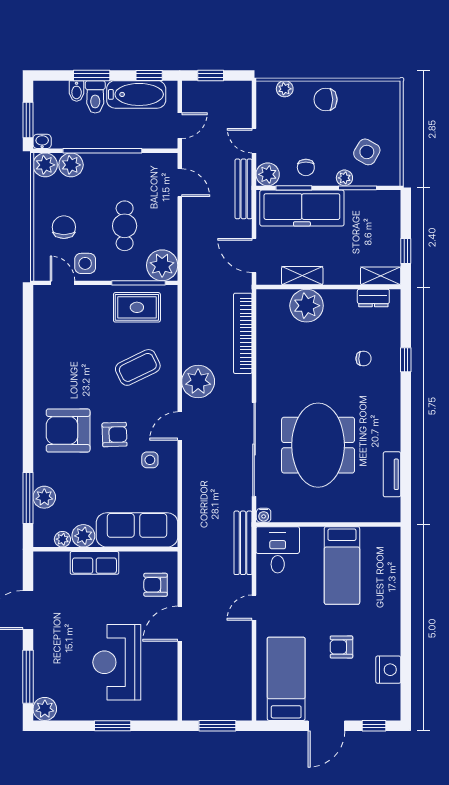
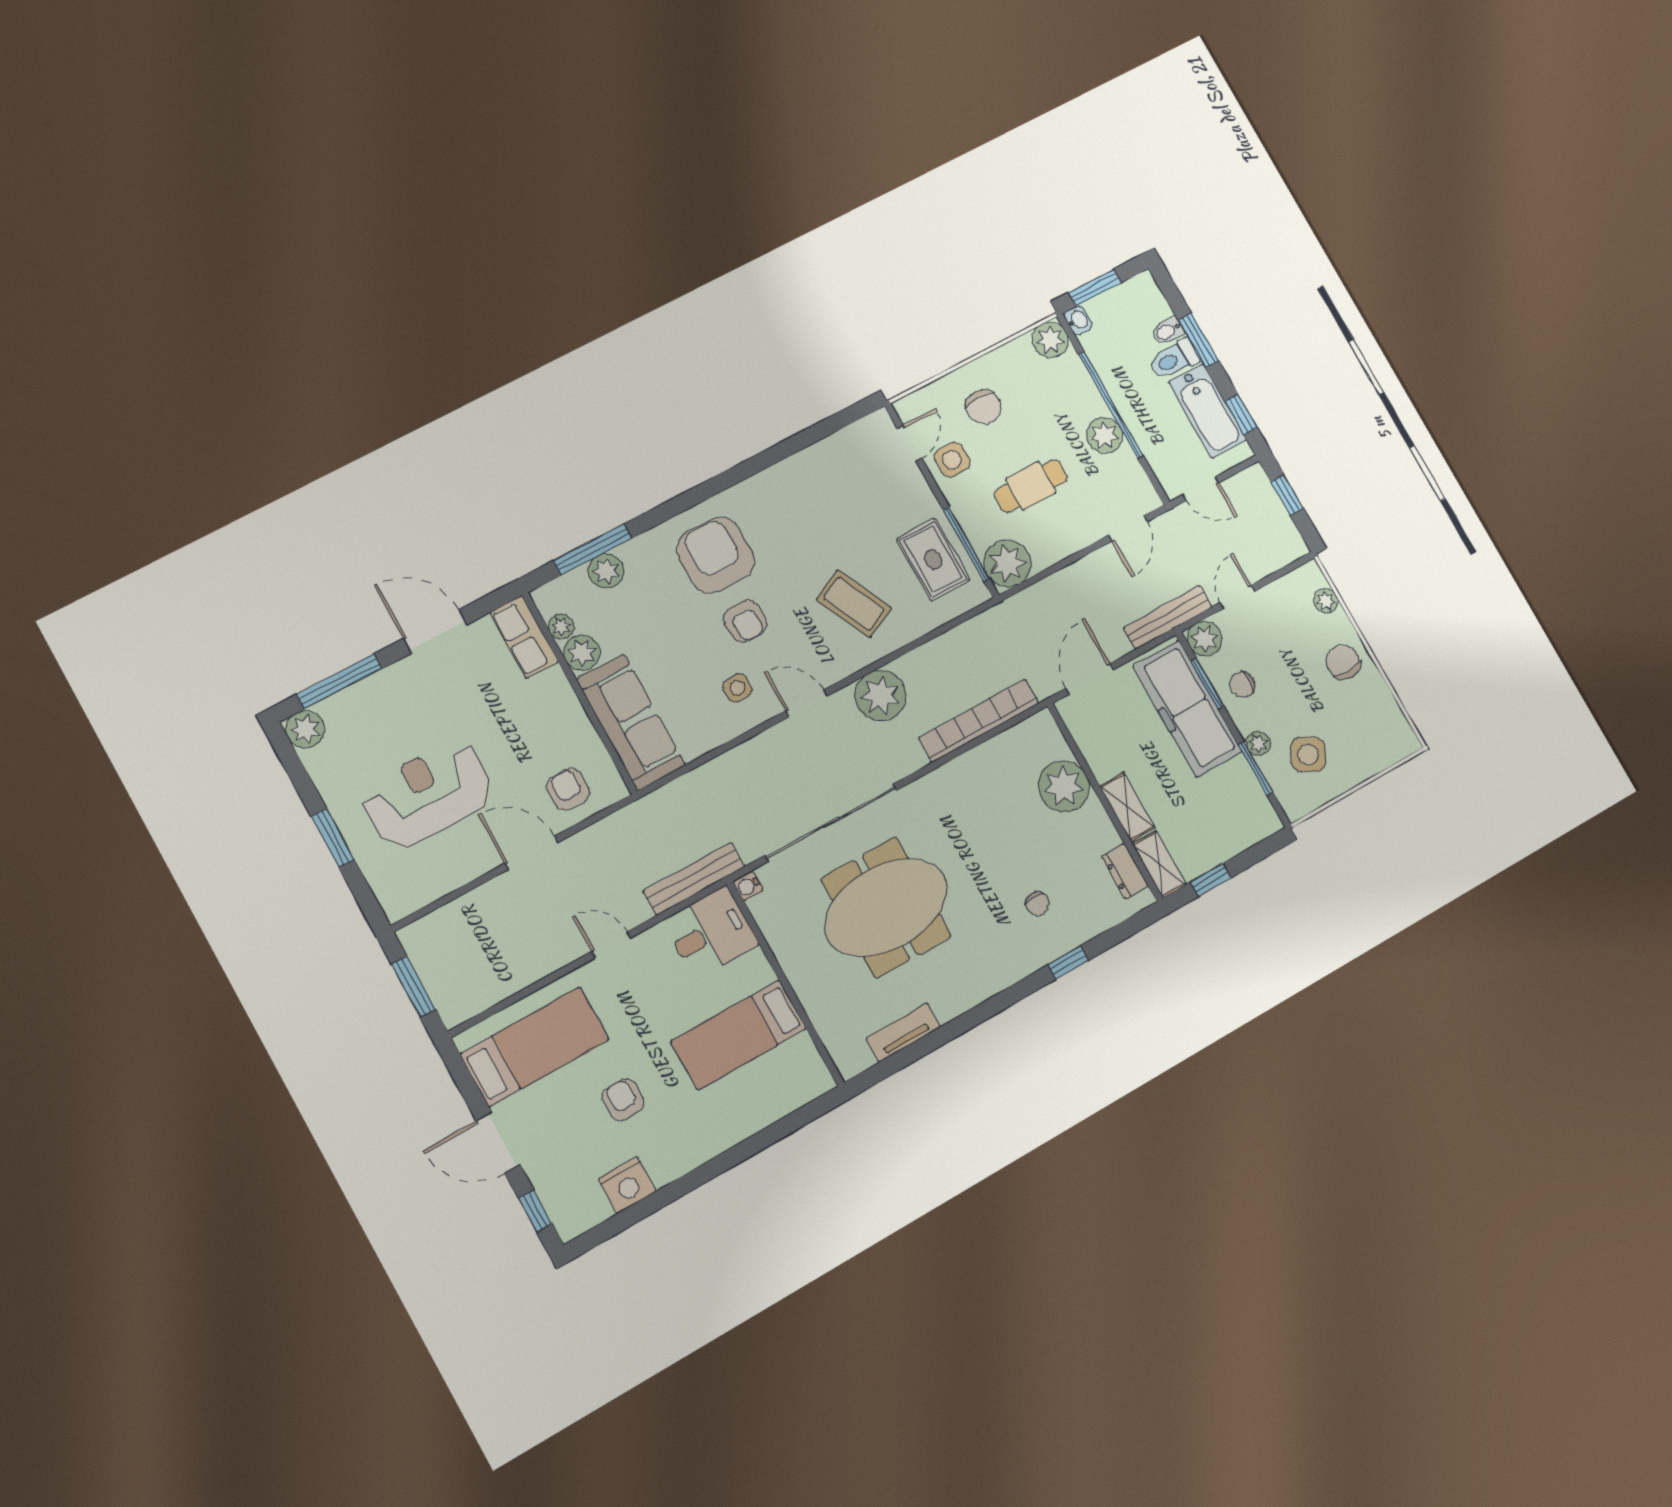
plant: (71, 165) -> (1104, 435), moved
chair: (64, 227) -> (984, 407), turned 90
shelving: (302, 276) -> (1127, 807), moved
row of seats: (94, 563) -> (524, 637), moved

